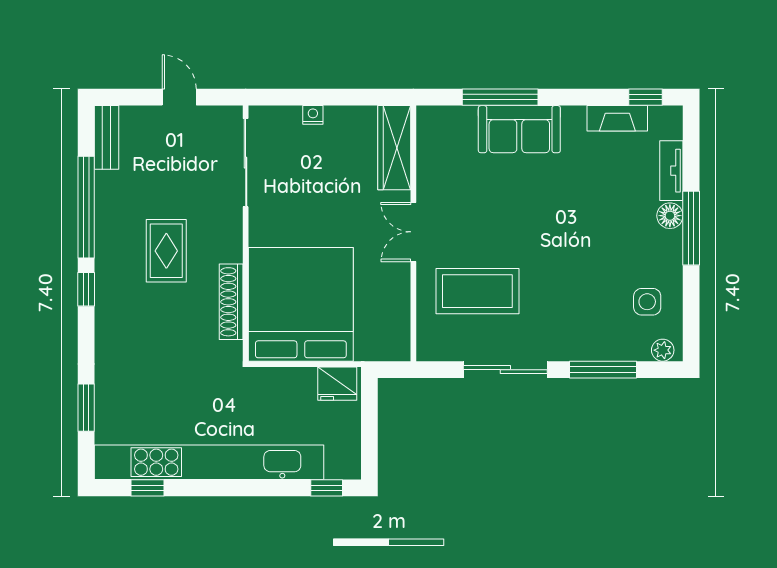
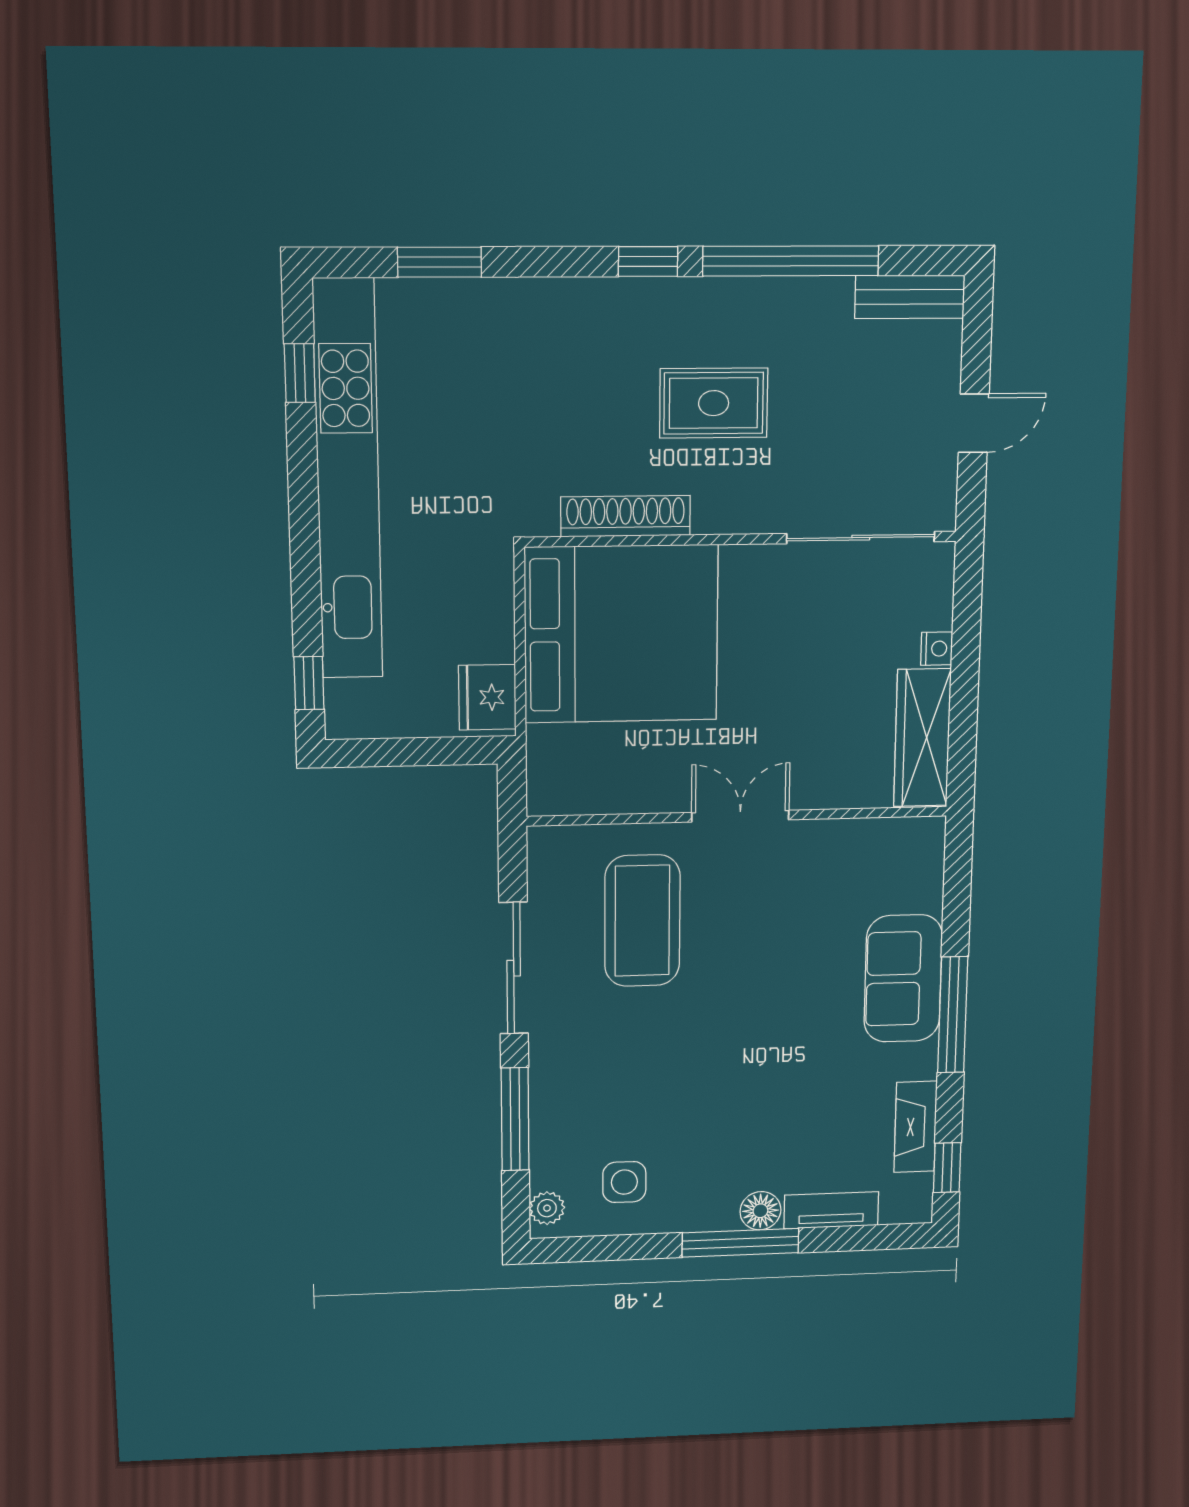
window: (500, 97) -> (953, 1015), moved
wardrobe: (394, 148) -> (922, 738), moved, turned -90

